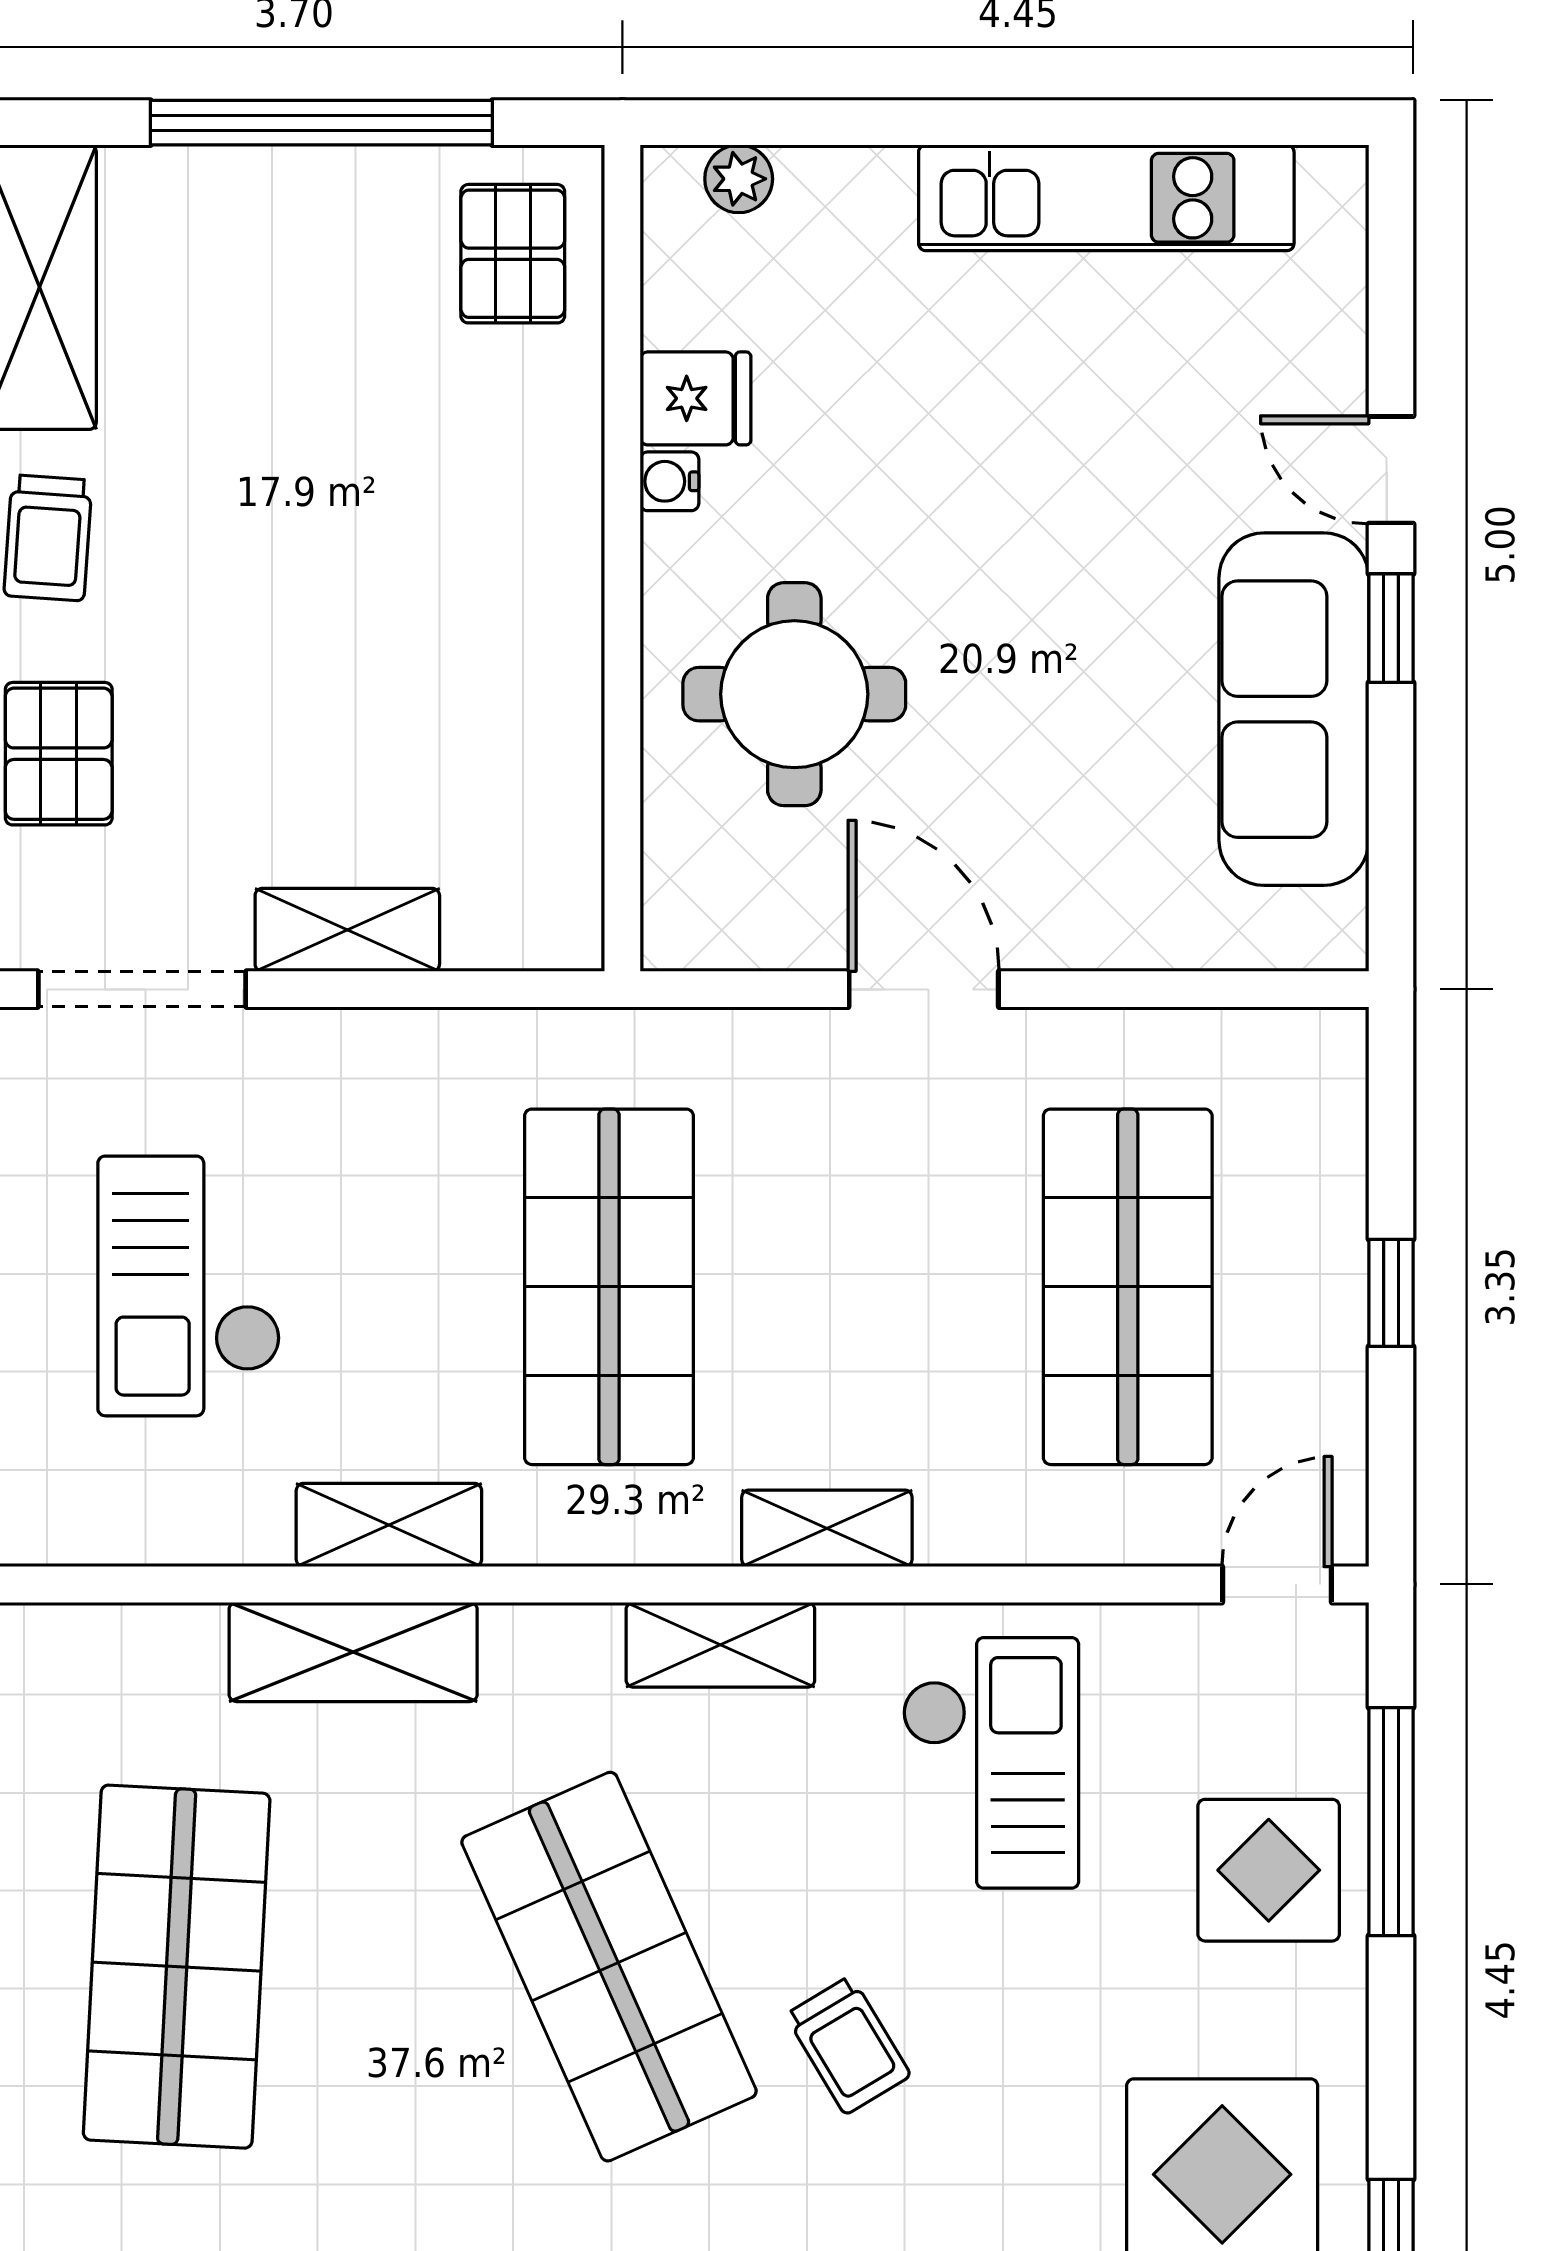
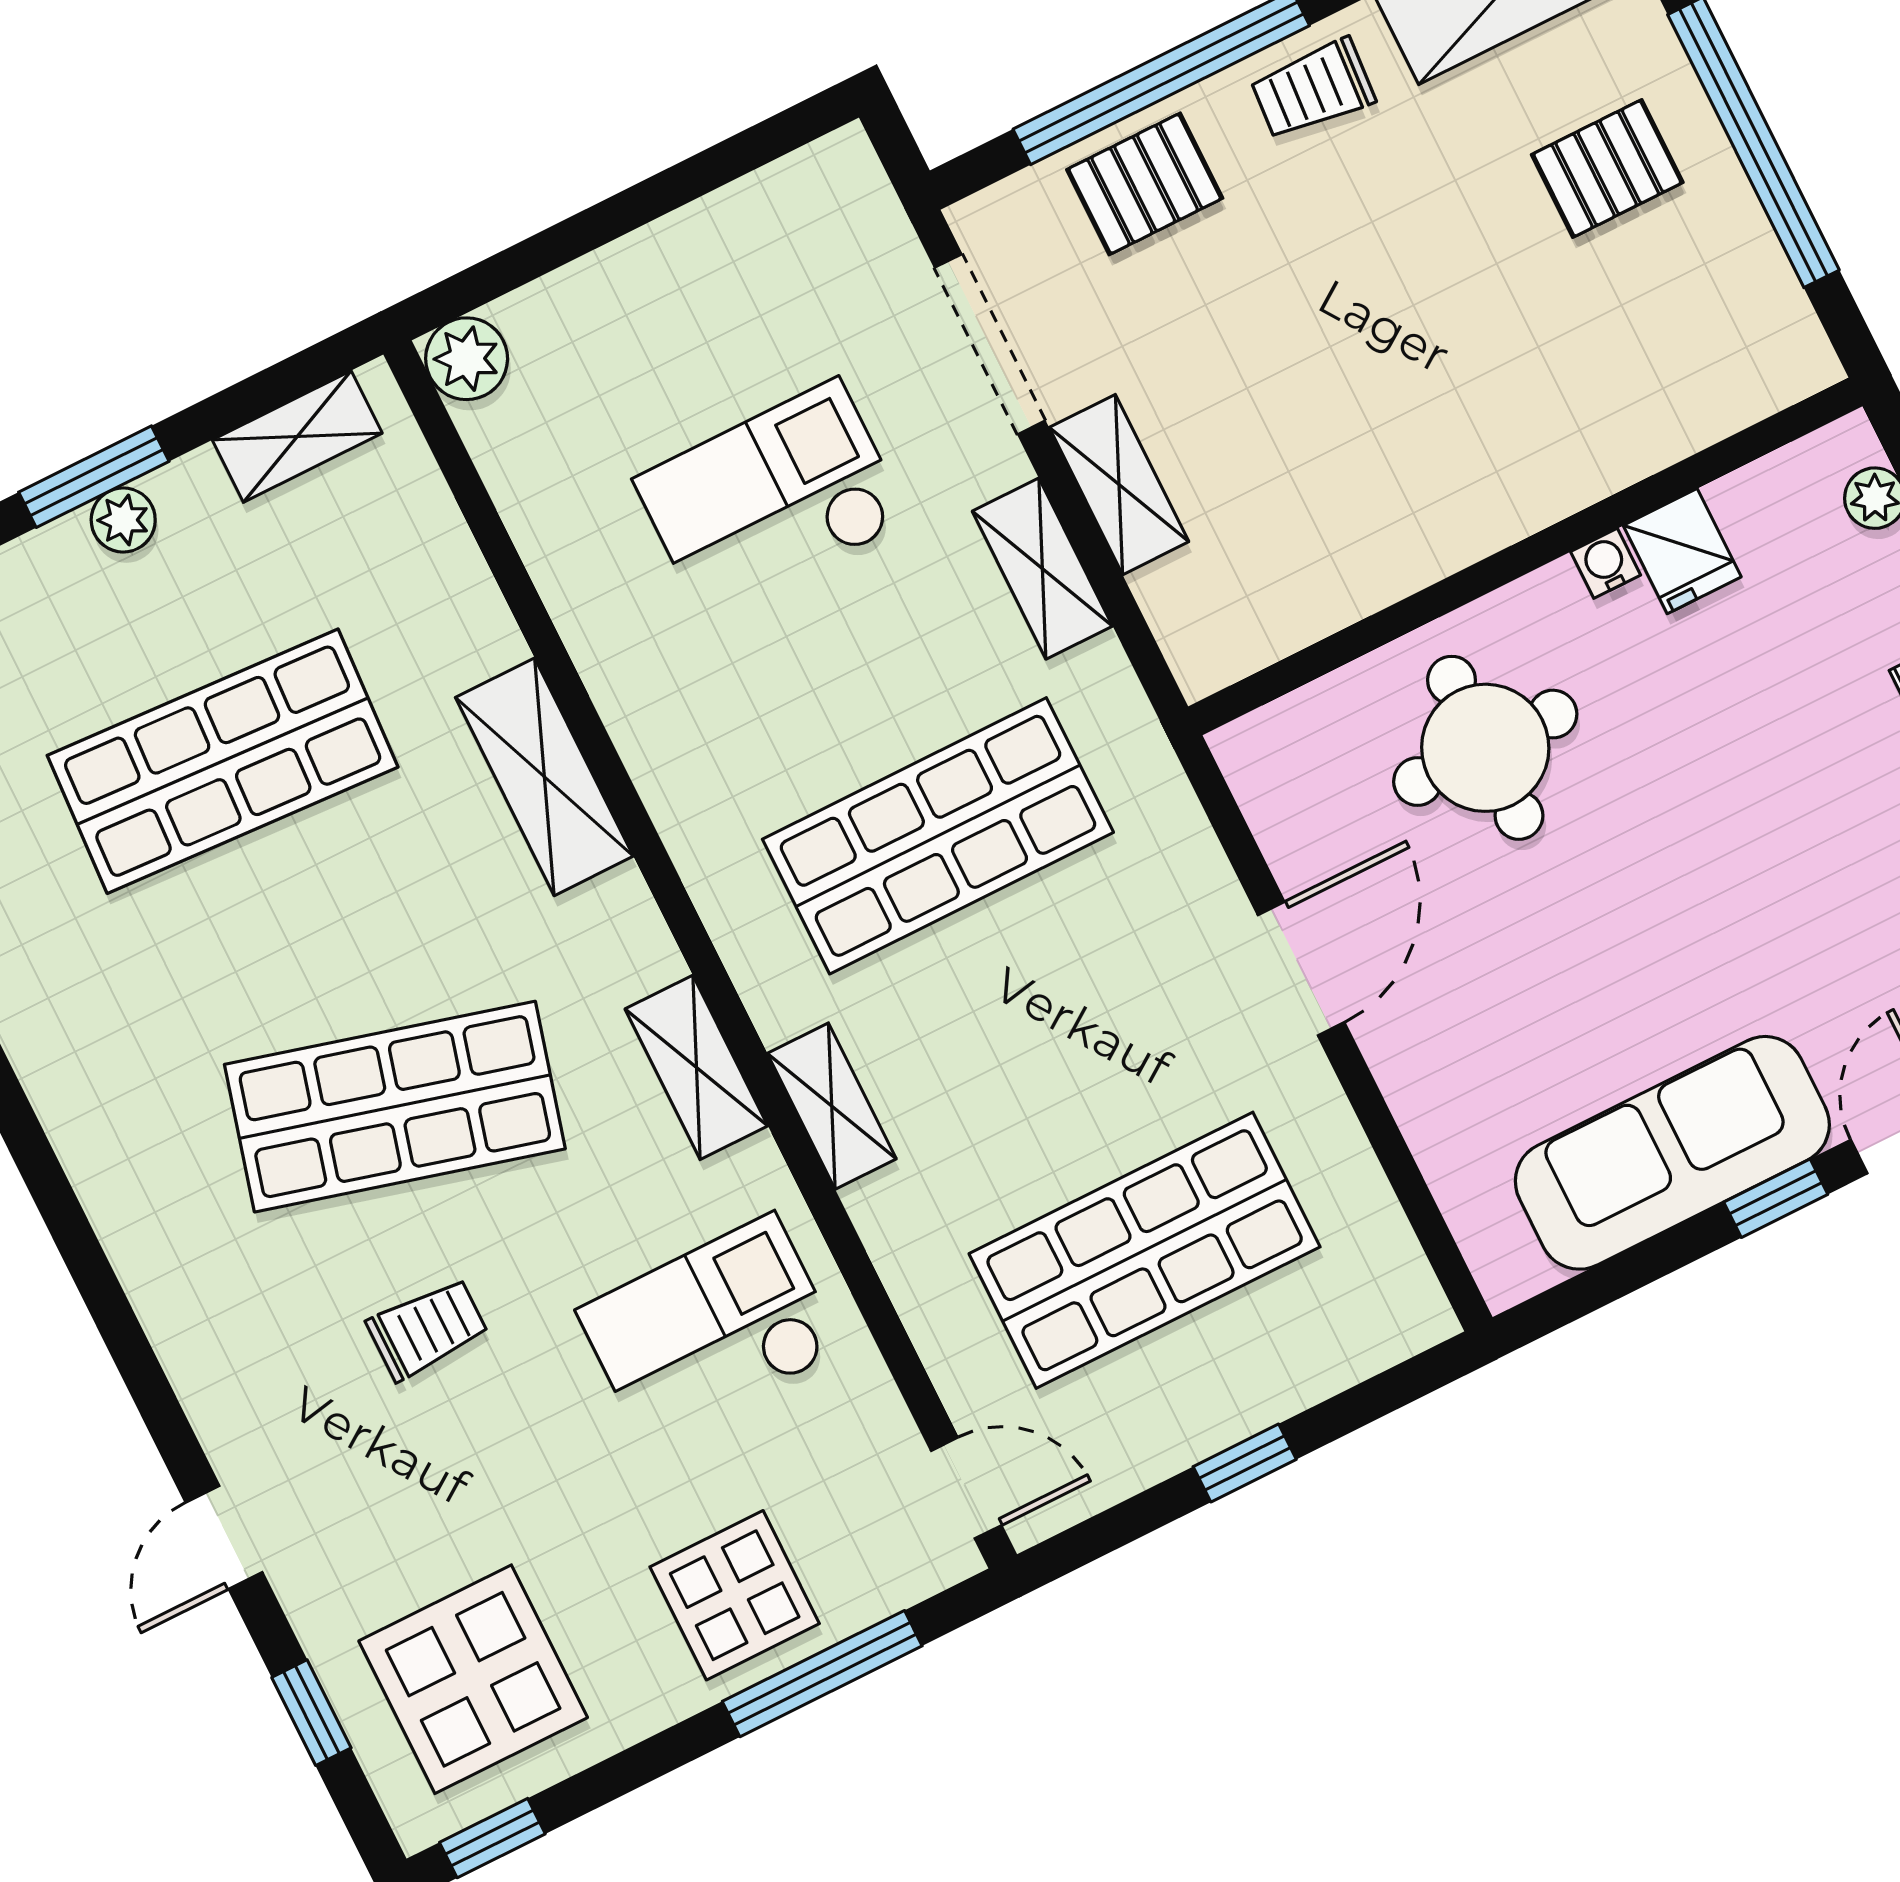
pallet: (513, 254) -> (1607, 168), moved
shelving: (389, 1525) -> (1042, 569), moved
checkout: (991, 1763) -> (710, 1330), turned 180
shop shelf: (609, 1967) -> (395, 1107), turned 39
trolley: (848, 2045) -> (427, 1329), turned -149

